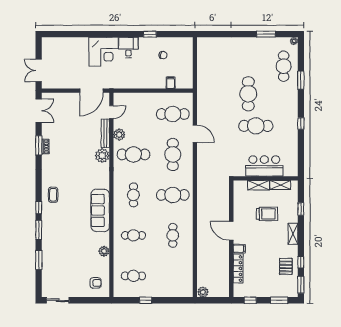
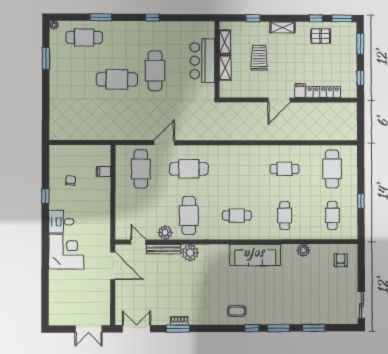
cafe table: (173, 195) -> (332, 169), moved
plant: (203, 292) -> (351, 133), removed

